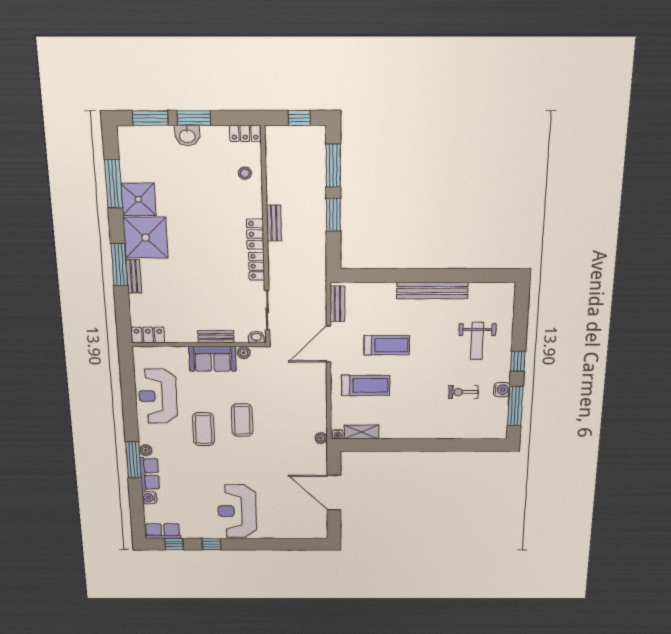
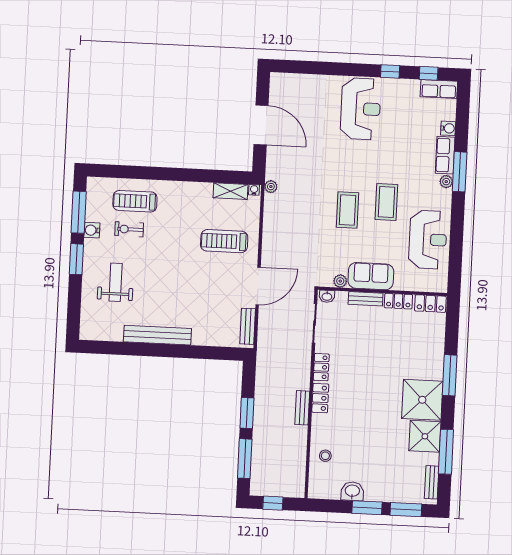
locker: (245, 133) -> (398, 301), moved, turned 180
washbasin: (187, 136) -> (352, 491), moved
bench: (134, 276) -> (432, 482), moved
treadmill: (387, 345) -> (135, 201), moved
window: (518, 361) -> (76, 259), width x1.50
exercise bike: (463, 392) -> (129, 229), turned 180

